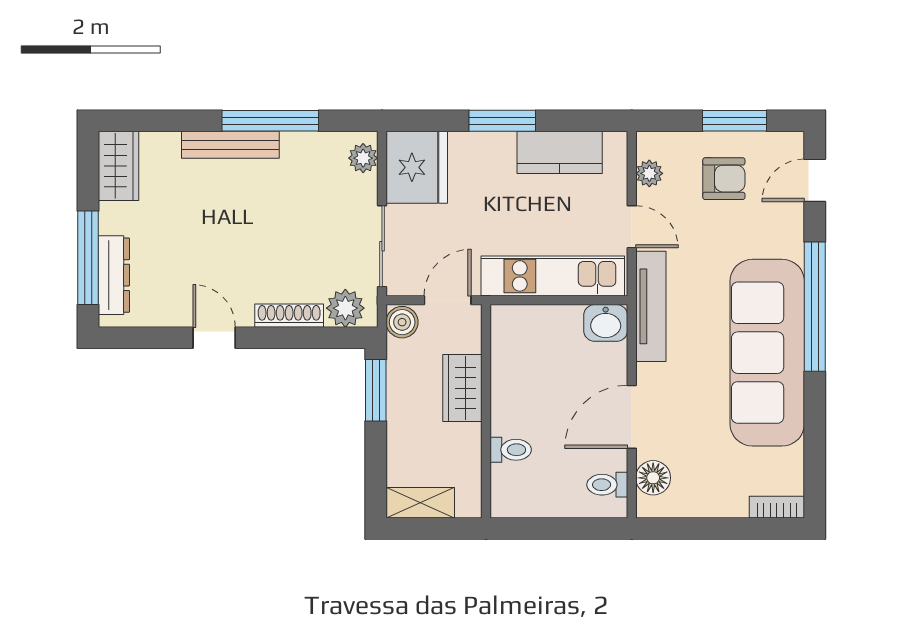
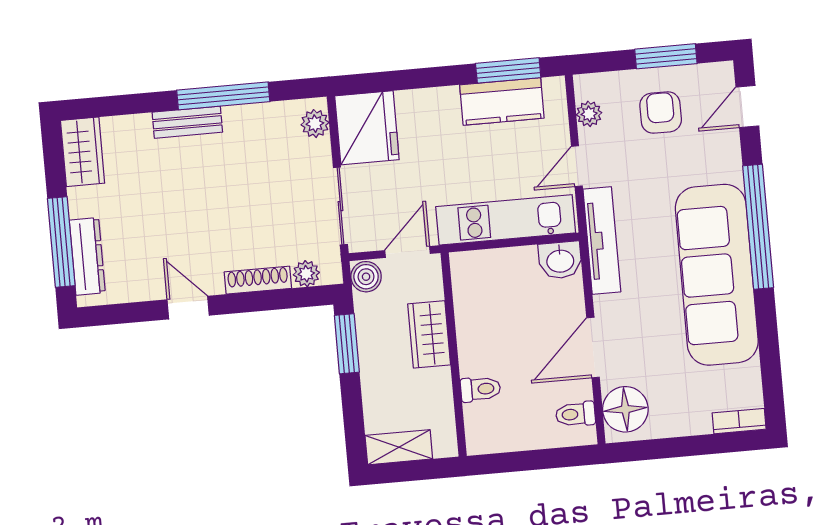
window: (502, 121) -> (508, 70), moved
bench: (230, 145) -> (187, 122), width x0.73
armchair: (724, 179) -> (661, 112), turned -90
door: (632, 227) -> (577, 166), swing flipped
plant: (345, 308) -> (306, 274), width x0.73, depth x0.73
floor lamp: (653, 478) -> (625, 409), width x1.38, depth x1.38

